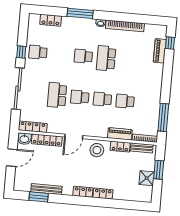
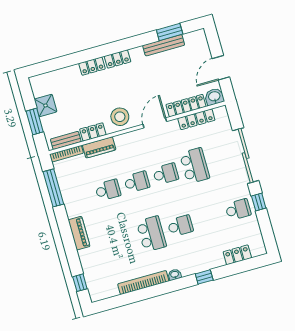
window: (80, 13) -> (204, 277), width x0.46
piano: (160, 51) -> (79, 233), moved
locker: (33, 127) -> (196, 119), moved

